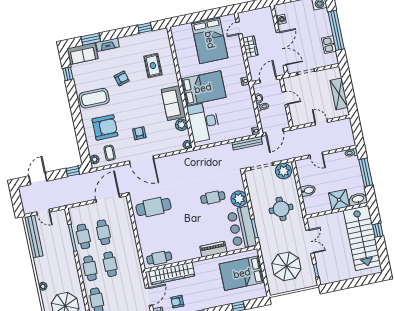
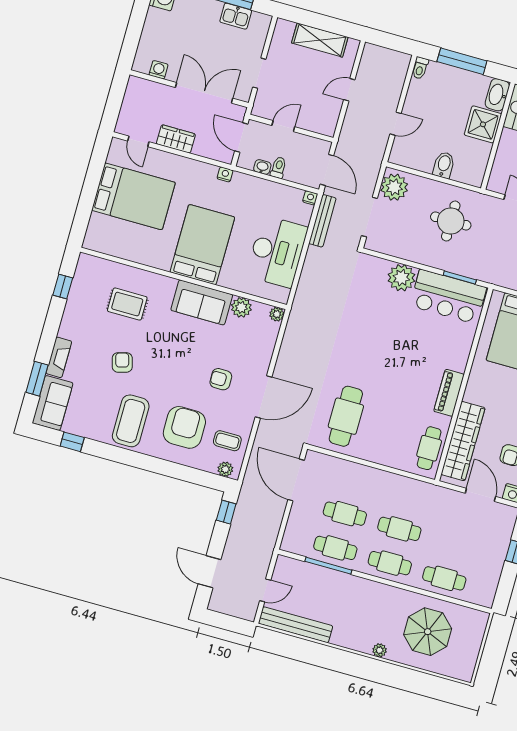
desk: (204, 122) -> (277, 252), moved, turned -90
cafe table: (213, 198) -> (379, 317), removed
piano: (213, 249) -> (449, 393), moved

